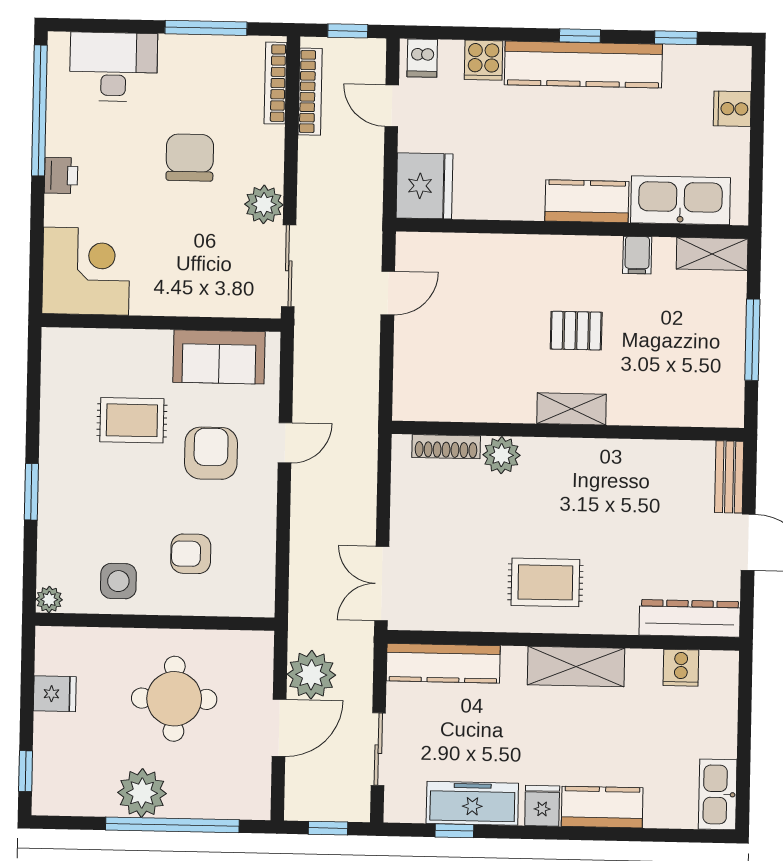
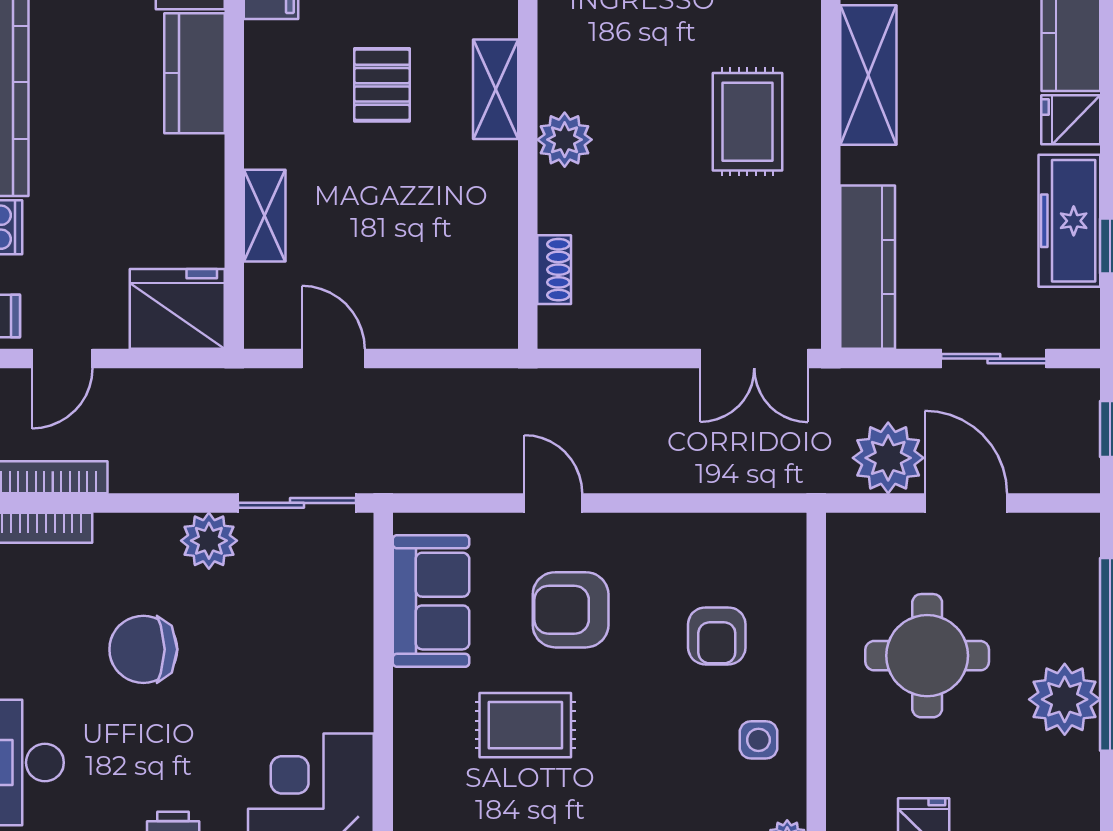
shelving: (488, 248) -> (265, 216), added
rug: (132, 420) -> (525, 725), turned 90
shoe rack: (446, 447) -> (554, 270), width x0.70
plant: (501, 455) -> (565, 140), moved
side table: (118, 581) -> (758, 740), width x0.73, depth x0.73

